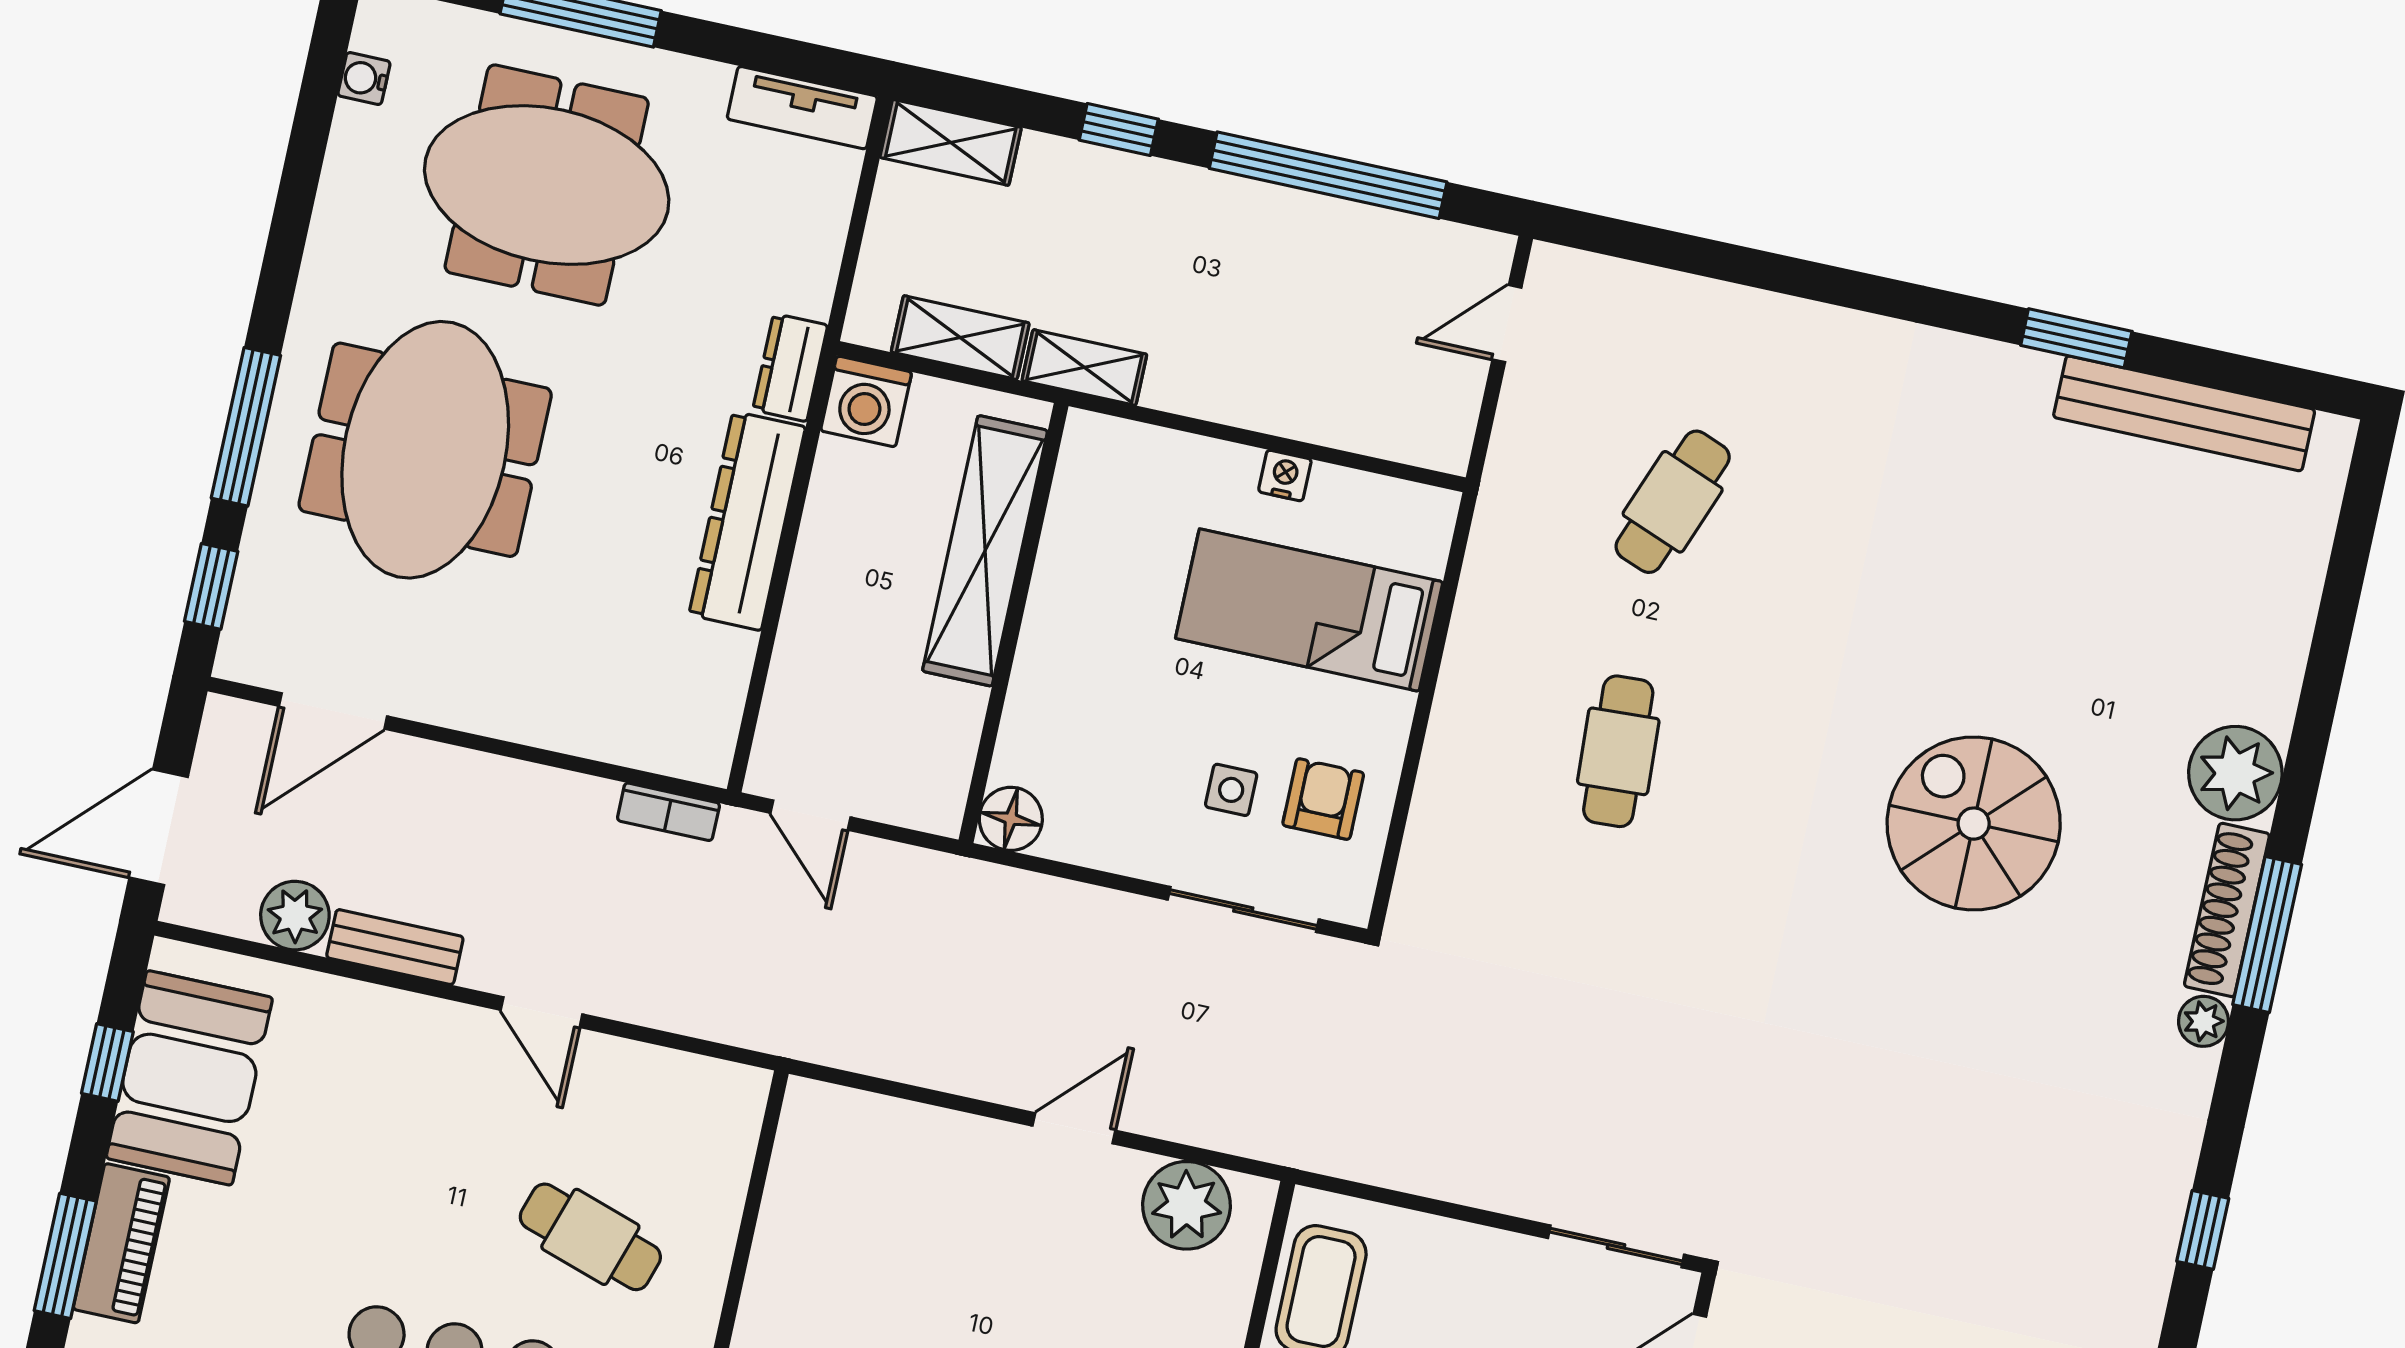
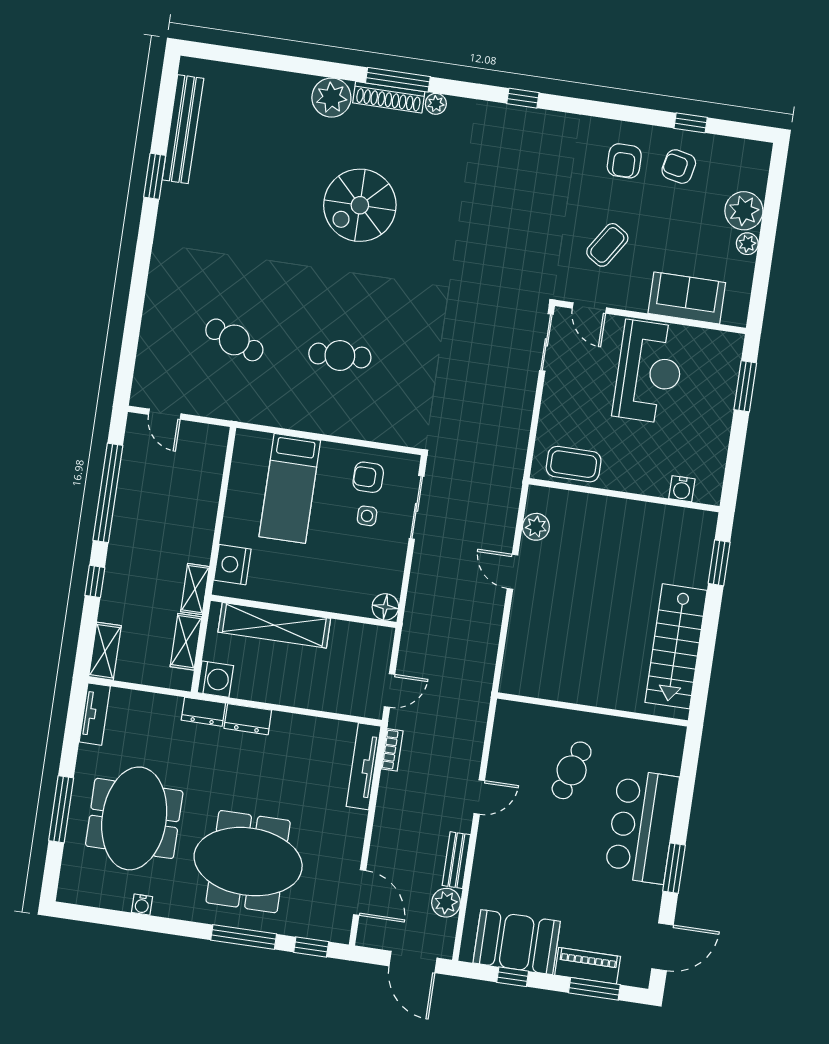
water cooler: (364, 79) -> (142, 905), moved
nightstand: (1285, 475) -> (232, 565), moved, width x1.89, depth x1.79
dresser: (747, 521) -> (248, 719), width x0.51, depth x0.80
tv unit: (634, 741) -> (364, 766), added
plant: (1187, 1205) -> (536, 527), width x0.73, depth x0.73

